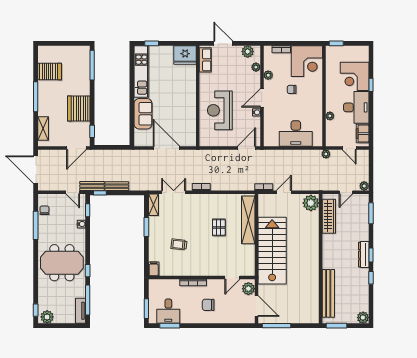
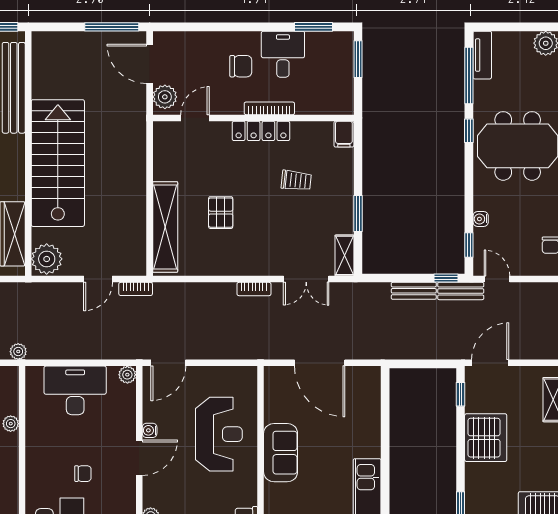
plant: (268, 75) -> (127, 375), moved
sofa: (143, 114) -> (281, 453), moved, turned 180
stairs: (272, 251) -> (58, 163), moved, turned 180
locker: (198, 271) -> (261, 131), added
desk: (168, 311) -> (283, 54), moved

